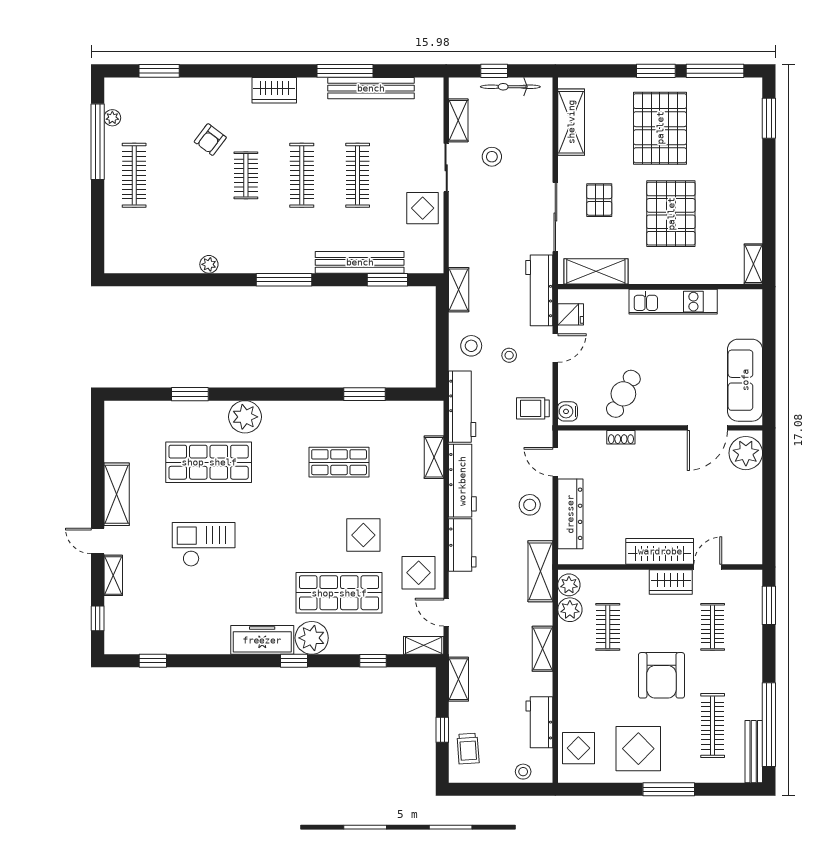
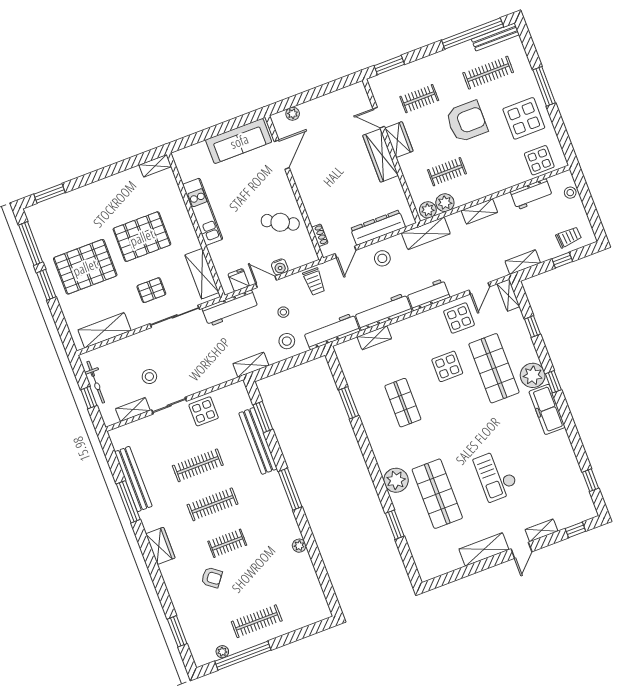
water cooler: (568, 411) -> (280, 267), moved
door: (707, 428) -> (282, 155), hinge flipped
shoe rack: (621, 437) -> (320, 235), moved
plant: (746, 453) -> (293, 114), width x0.53, depth x0.53

